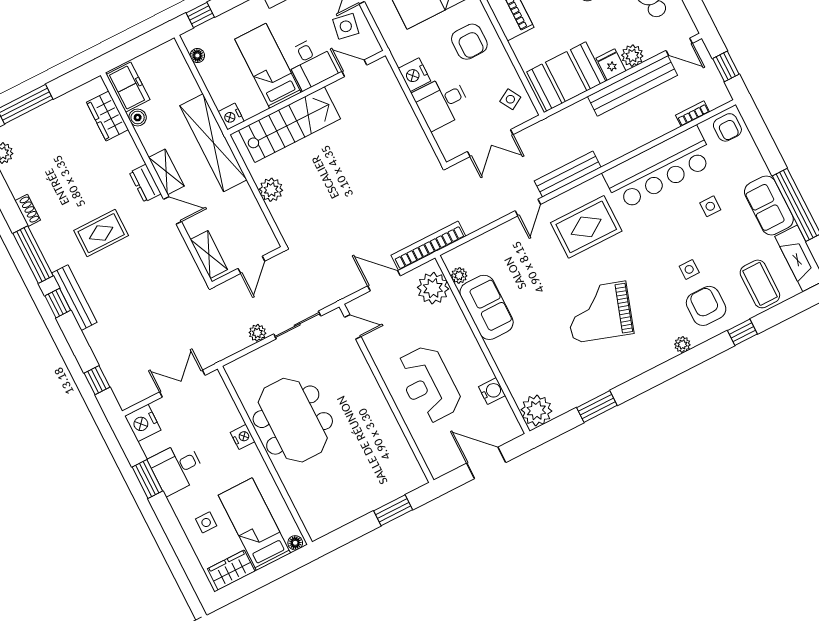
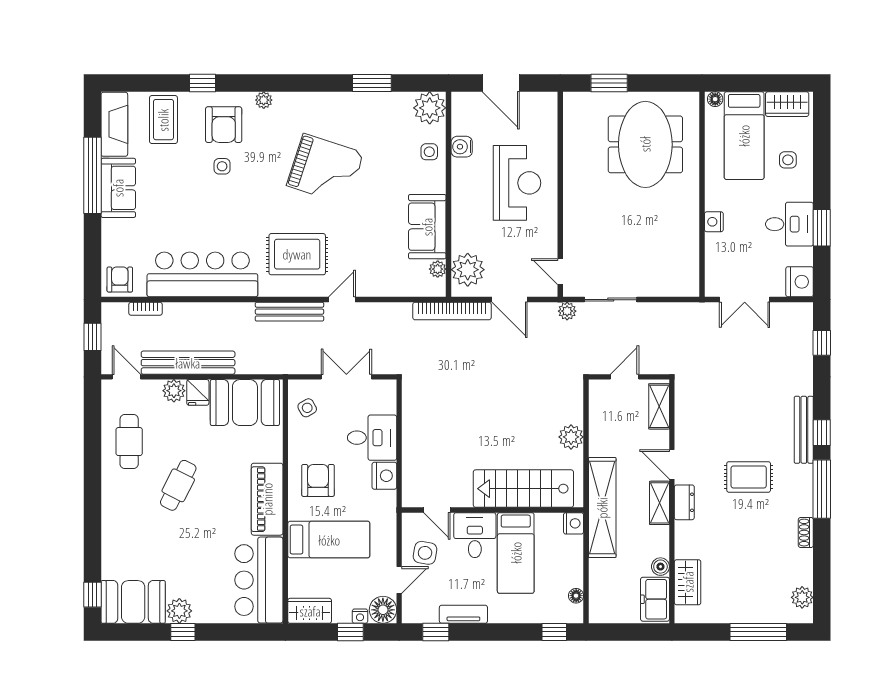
side table: (710, 206) -> (429, 152), moved
plant: (257, 333) -> (567, 311), moved
meeting table: (293, 420) -> (645, 144), moved

